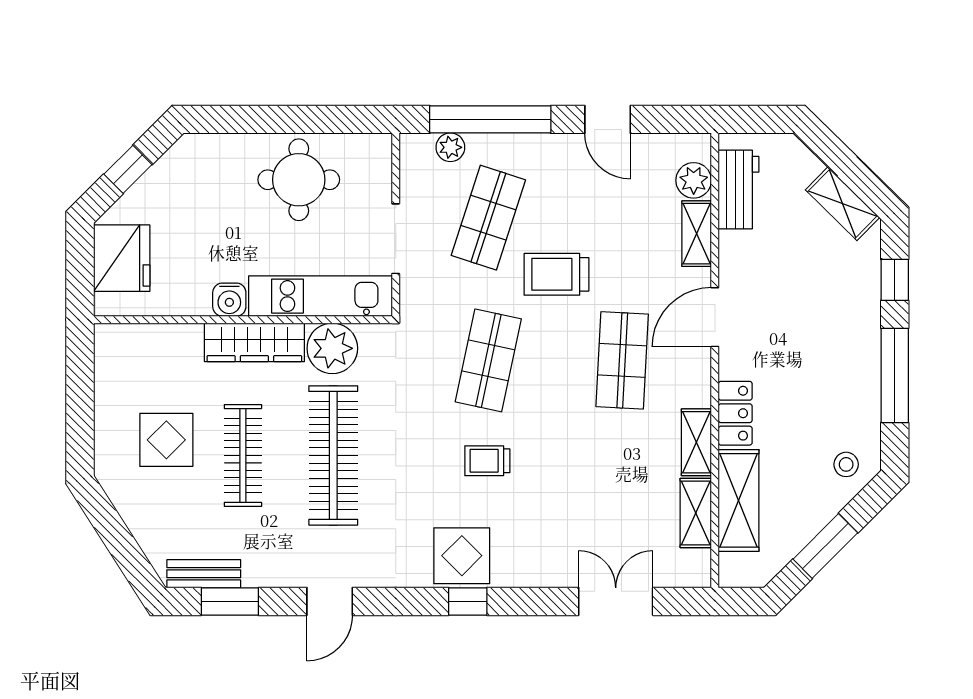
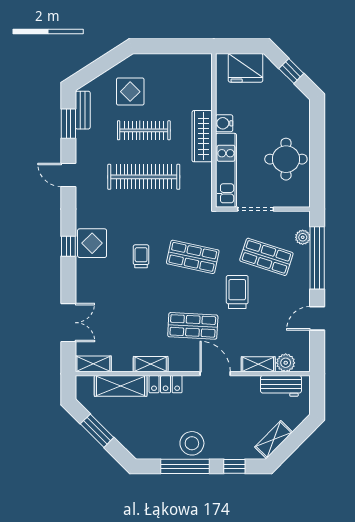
plant: (332, 348) -> (199, 176), removed
display table: (166, 440) -> (130, 92), moved
stool: (846, 464) -> (192, 443), moved, width x1.89, depth x1.89
shelving: (696, 513) -> (93, 364), moved

